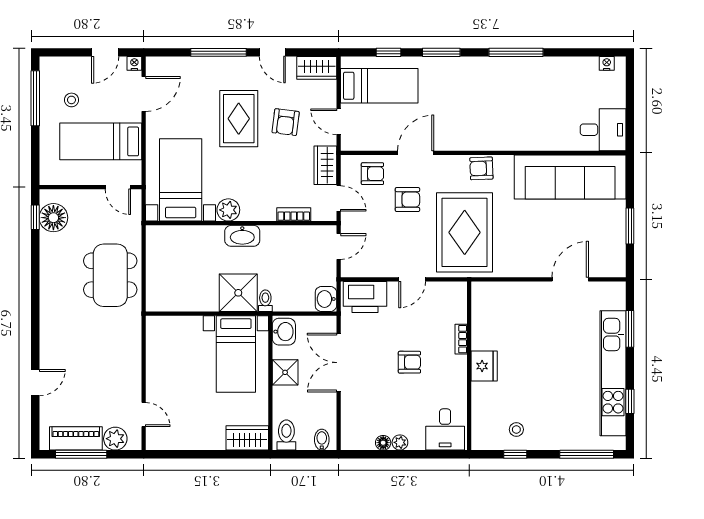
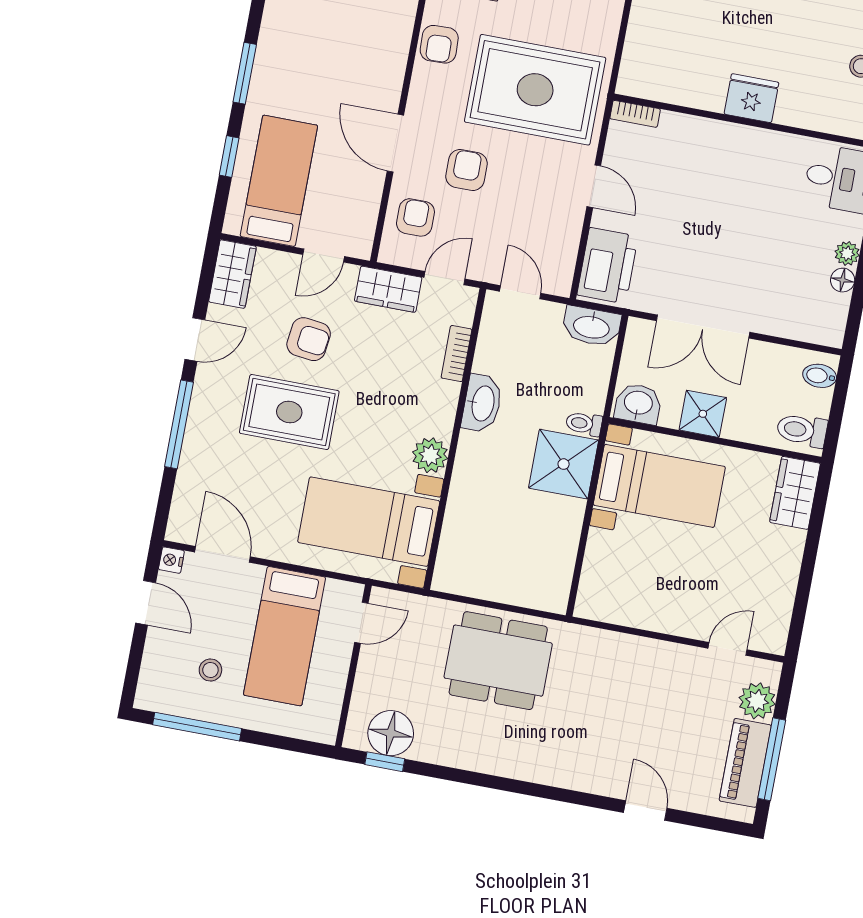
washbasin: (242, 236) -> (482, 403), moved
washbasin: (326, 299) -> (592, 326), width x1.38
bookcase: (461, 339) -> (635, 114), moved
armchair: (409, 362) -> (723, 215), removed

